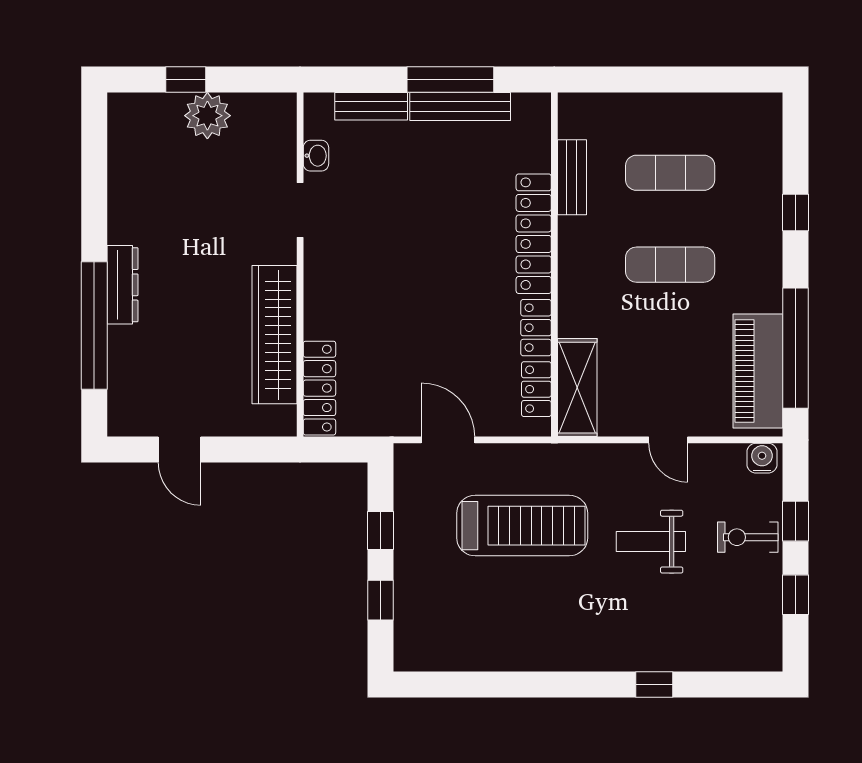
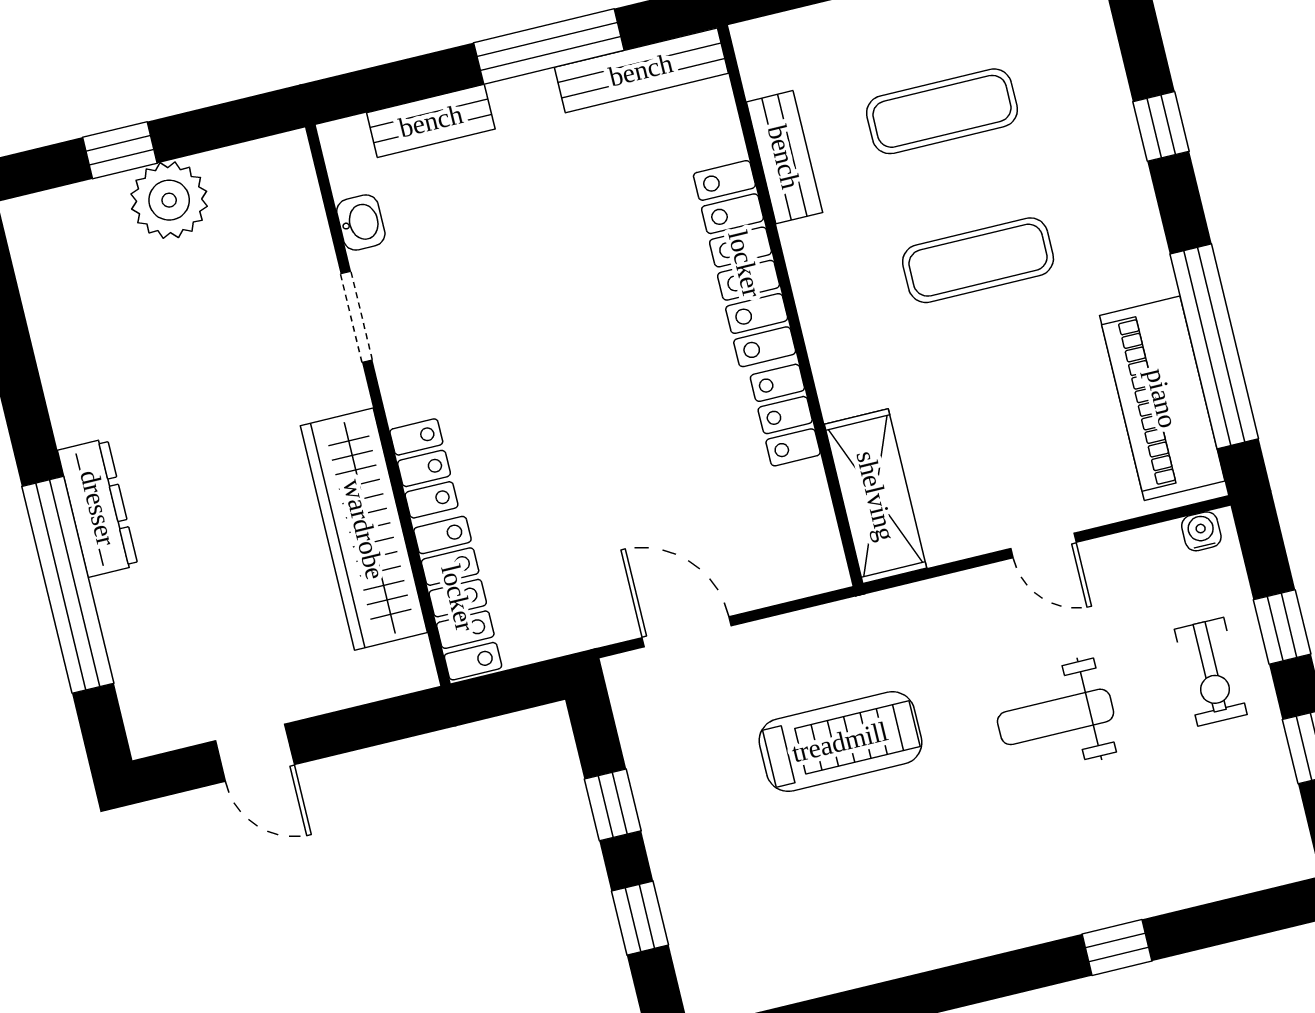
bench: (460, 107) -> (641, 70), moved
locker: (536, 389) -> (424, 468), moved, turned 180
water cooler: (762, 458) -> (1201, 531), width x0.72, depth x0.72
treadmill: (522, 526) -> (840, 742), width x0.73, depth x0.73
exercise bike: (748, 537) -> (1211, 672), turned -90

